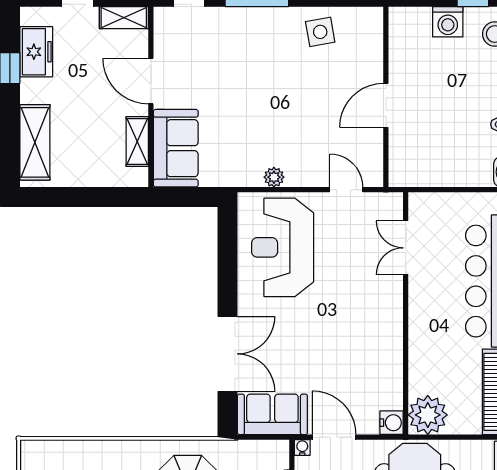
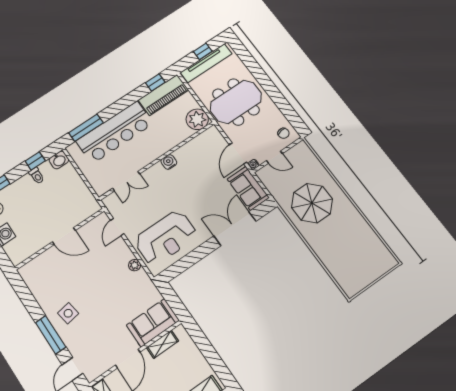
side table: (320, 32) -> (68, 313), moved
water cooler: (391, 423) -> (169, 162), moved

